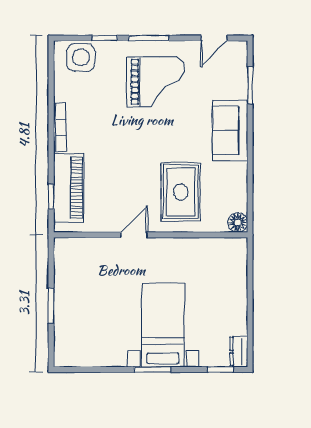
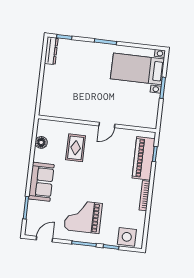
rug: (181, 192) -> (76, 148), width x0.73, depth x0.70
floor lamp: (238, 223) -> (41, 142), moved
bed with nightstands: (163, 325) -> (137, 69), moved, turned 90
dresser: (239, 352) -> (51, 51), width x1.44

